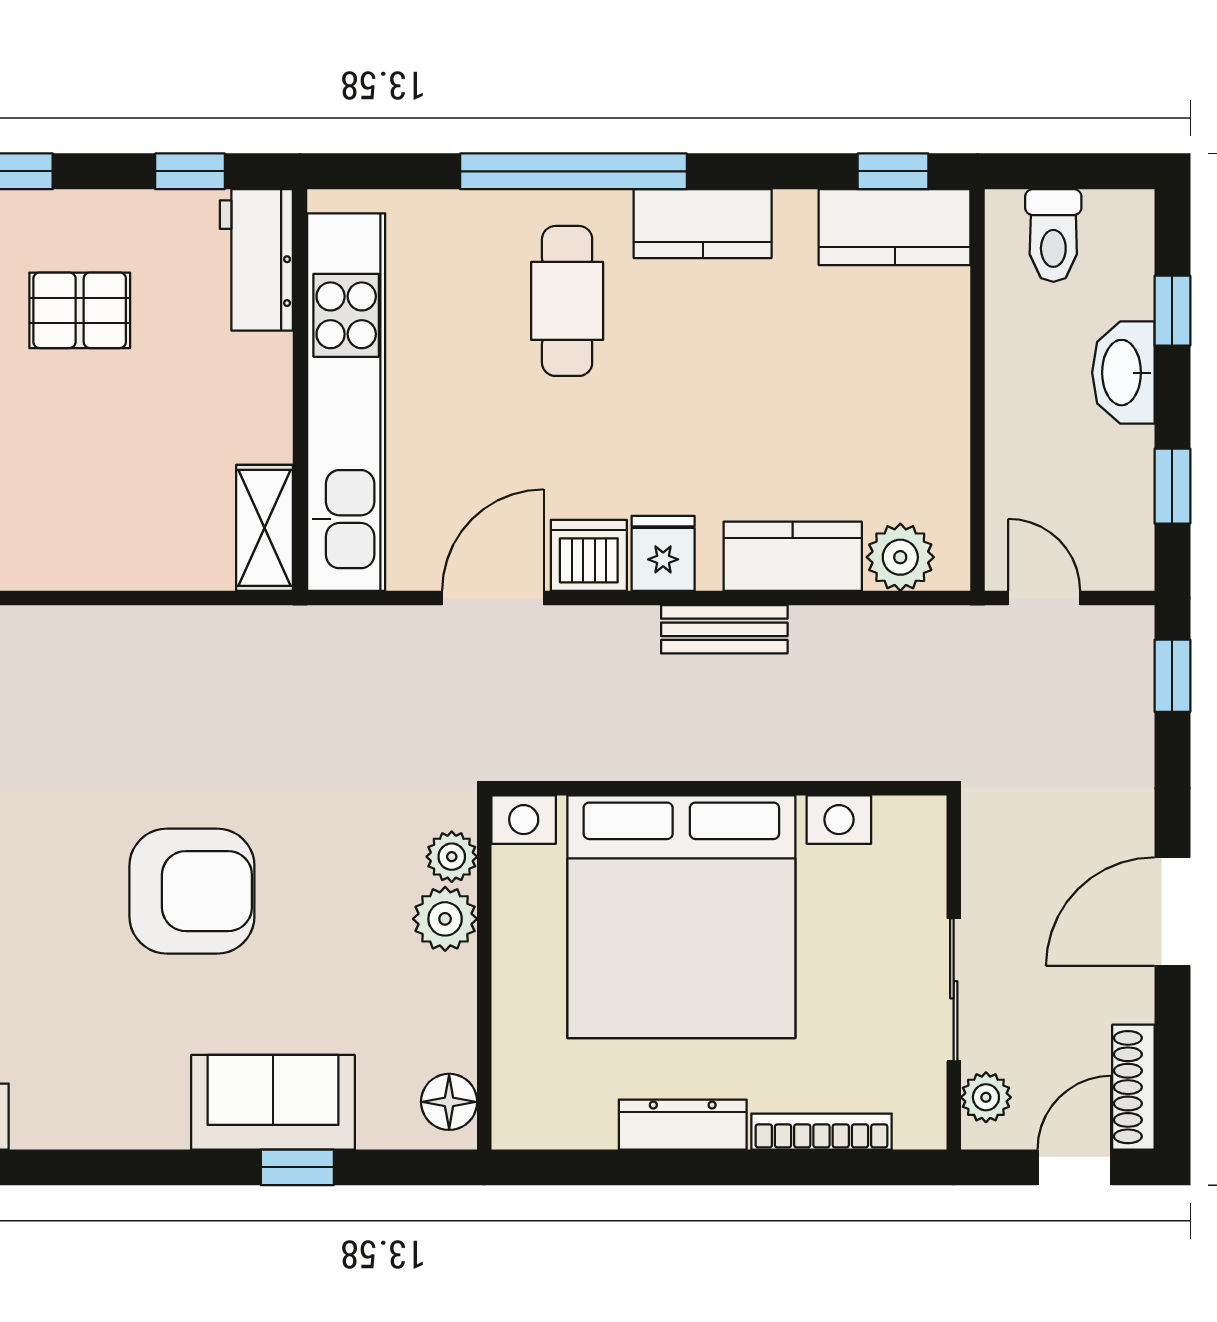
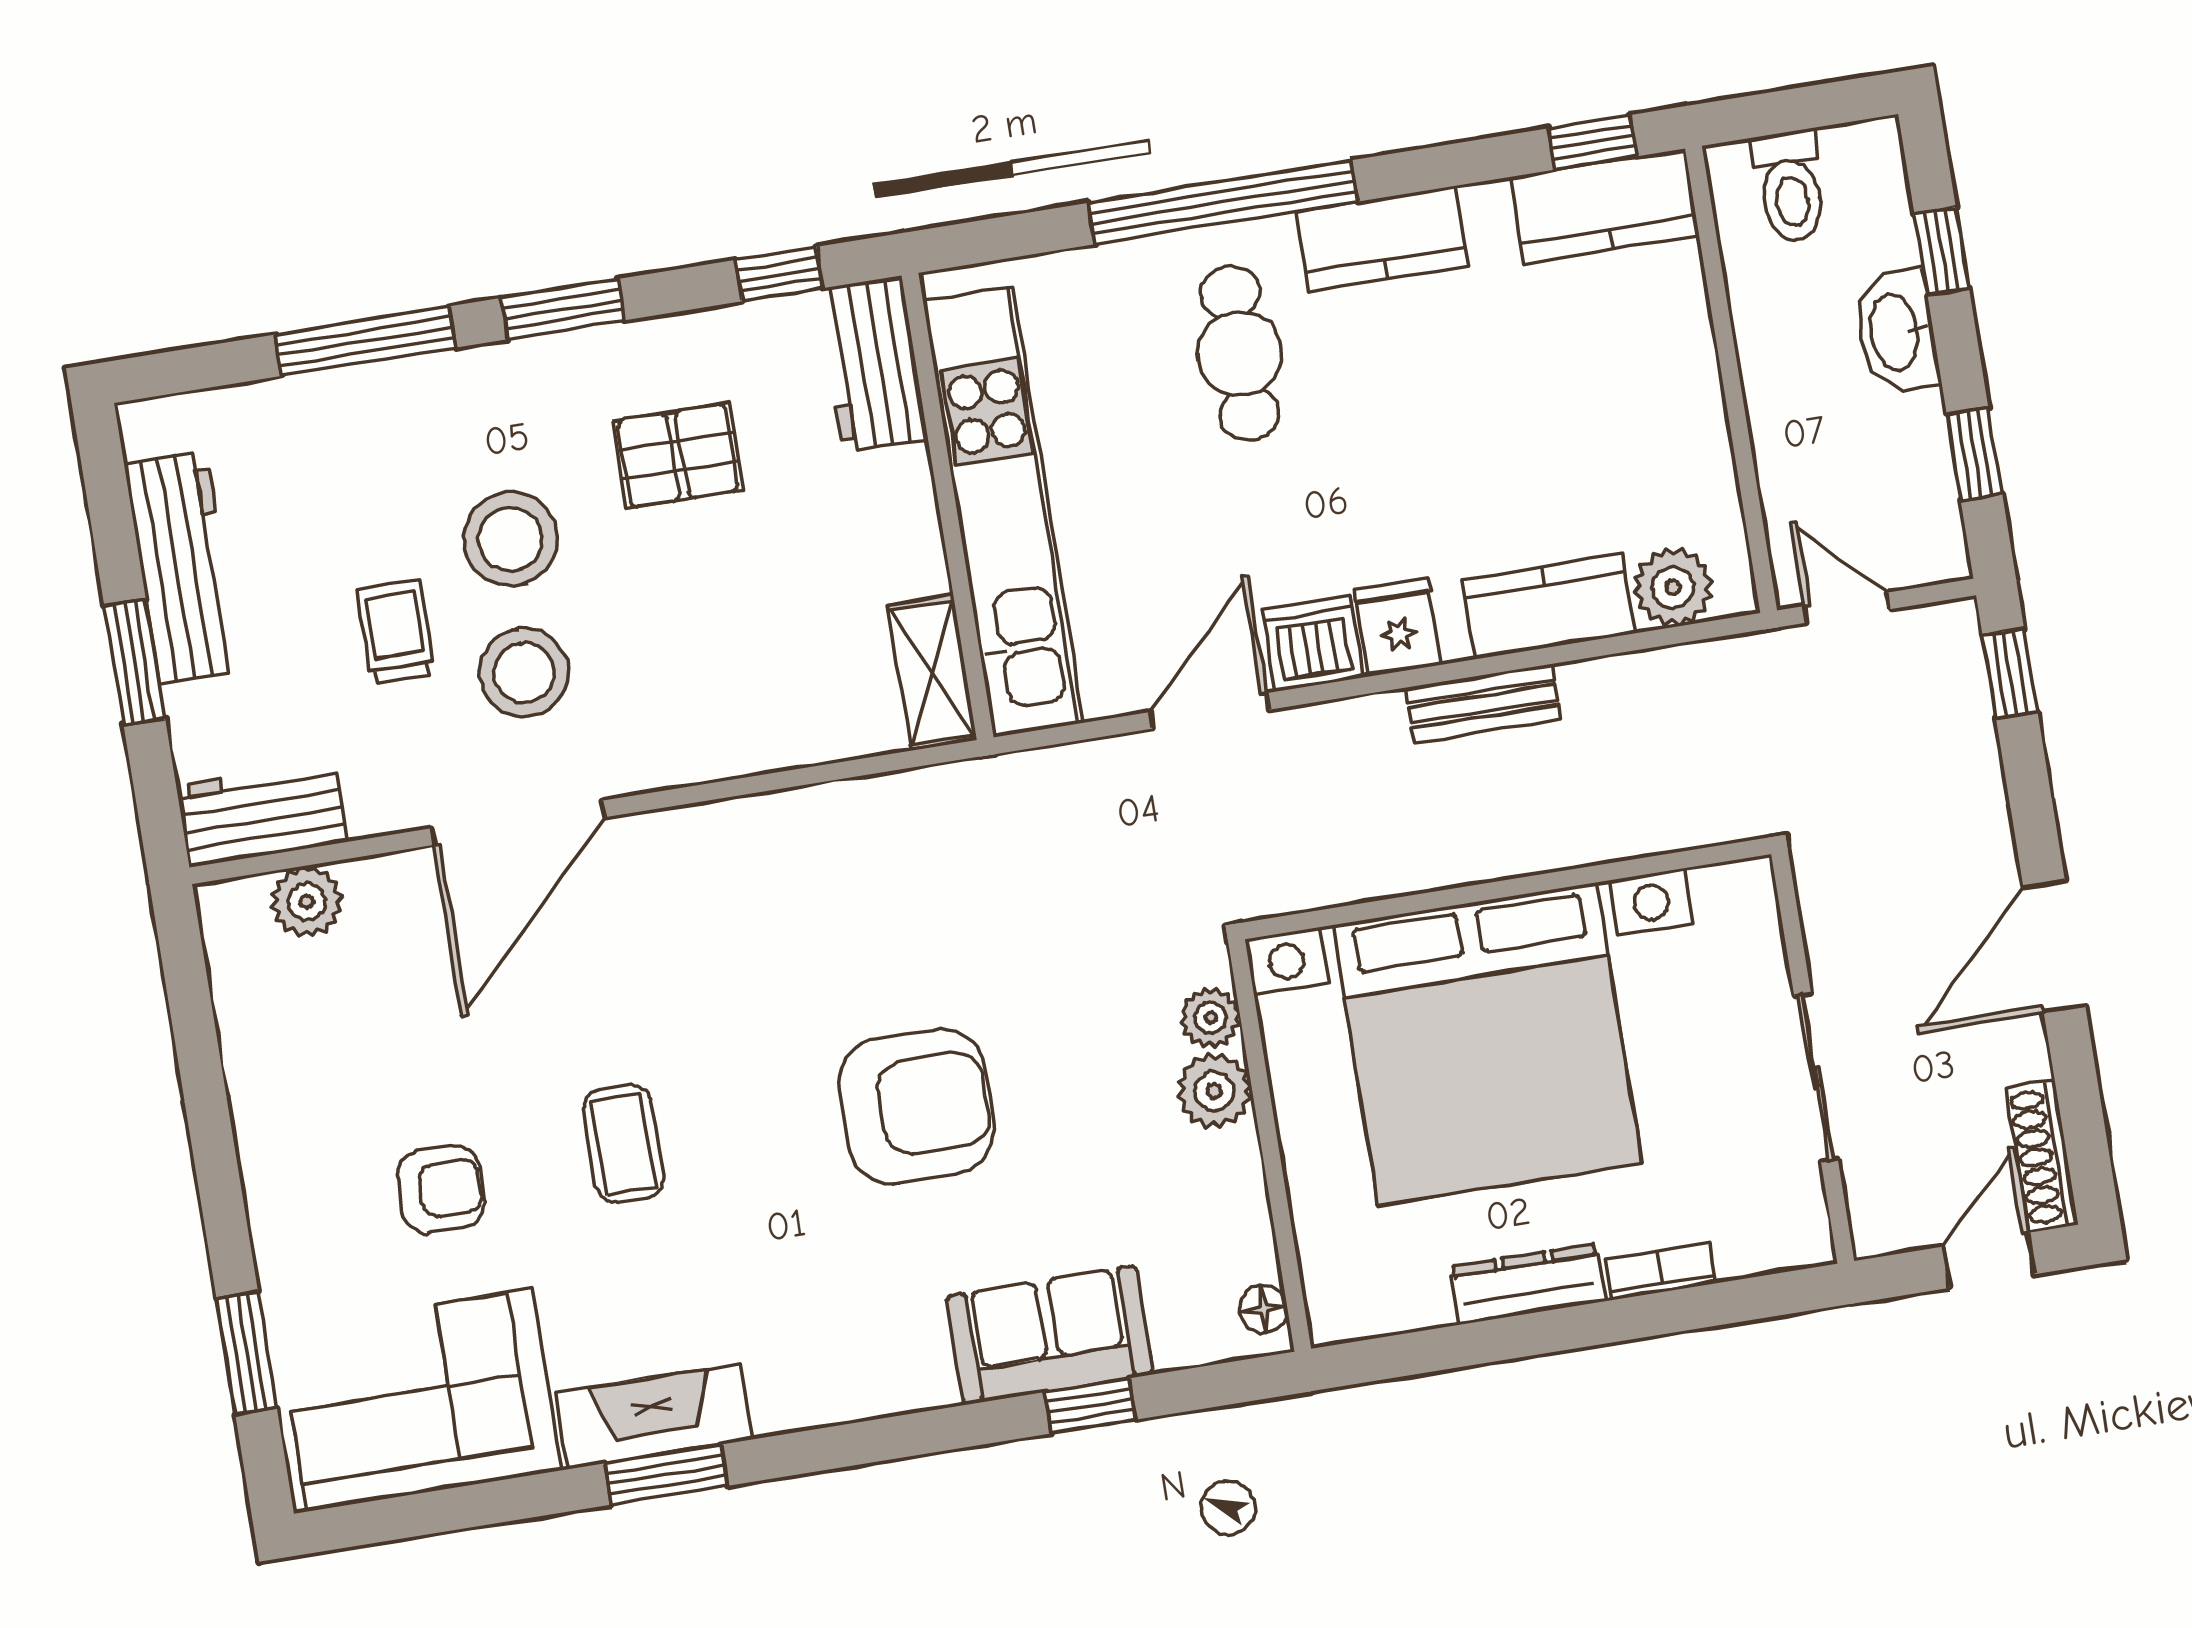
plant: (986, 1097) -> (1873, 1196), removed
floor lamp: (449, 1102) -> (1263, 1309), width x0.73, depth x0.73
bookcase: (822, 1132) -> (1660, 1271), width x0.64

